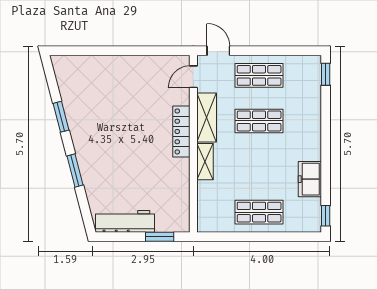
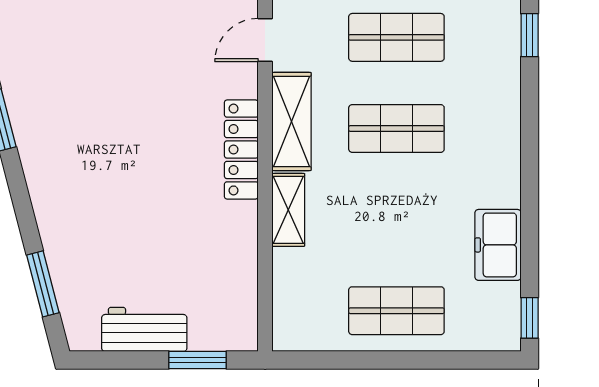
window: (75, 170) -> (43, 284), moved
workbench: (125, 221) -> (144, 329), width x0.73

